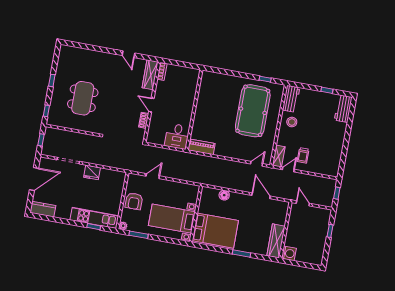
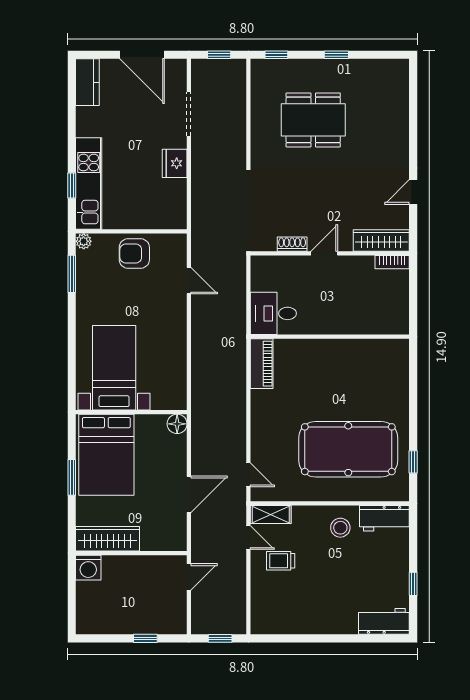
wall: (196, 214) -> (131, 412), moved
bed with nightstands: (172, 219) -> (114, 368), moved
bed: (215, 231) -> (106, 455), moved

